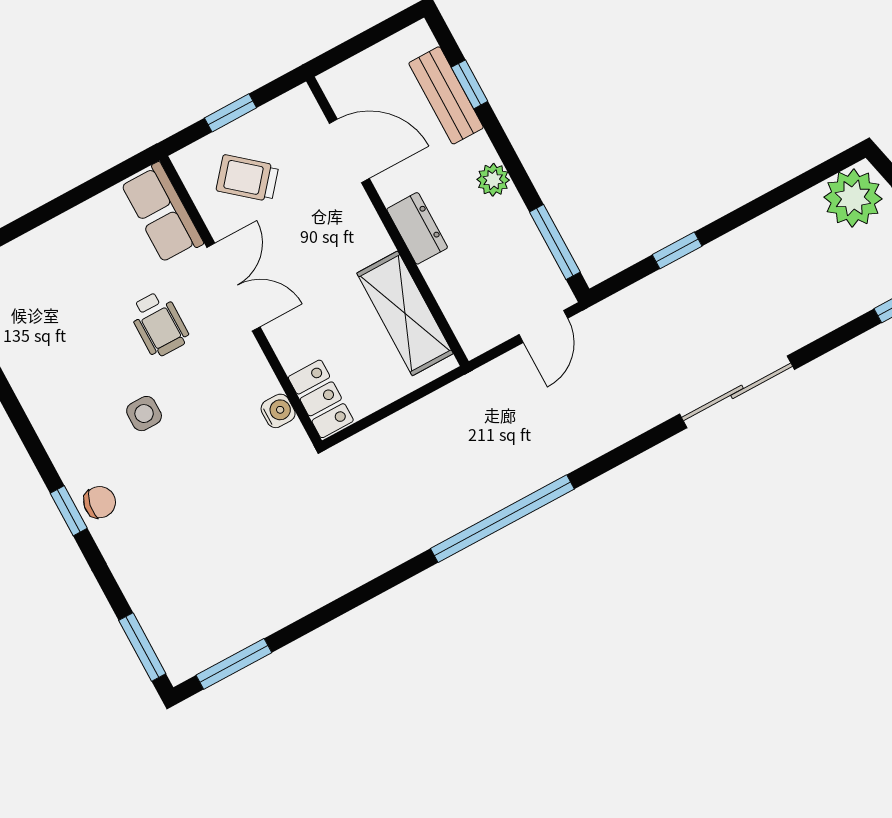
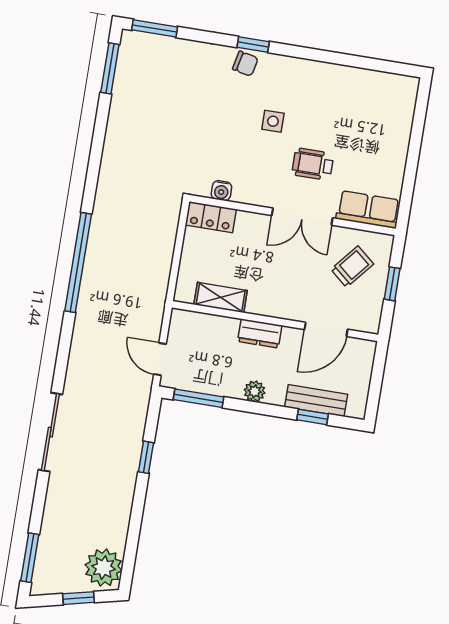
shelving: (405, 313) -> (221, 297), width x0.67, depth x0.75
chair: (100, 502) -> (245, 64), turned -89

